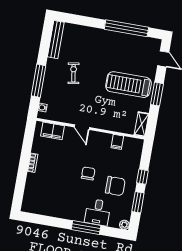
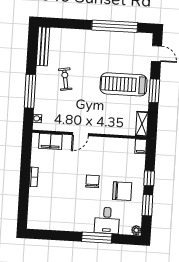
door: (82, 127) -> (80, 134), hinge flipped
filing cabinet: (117, 142) -> (141, 146), moved

